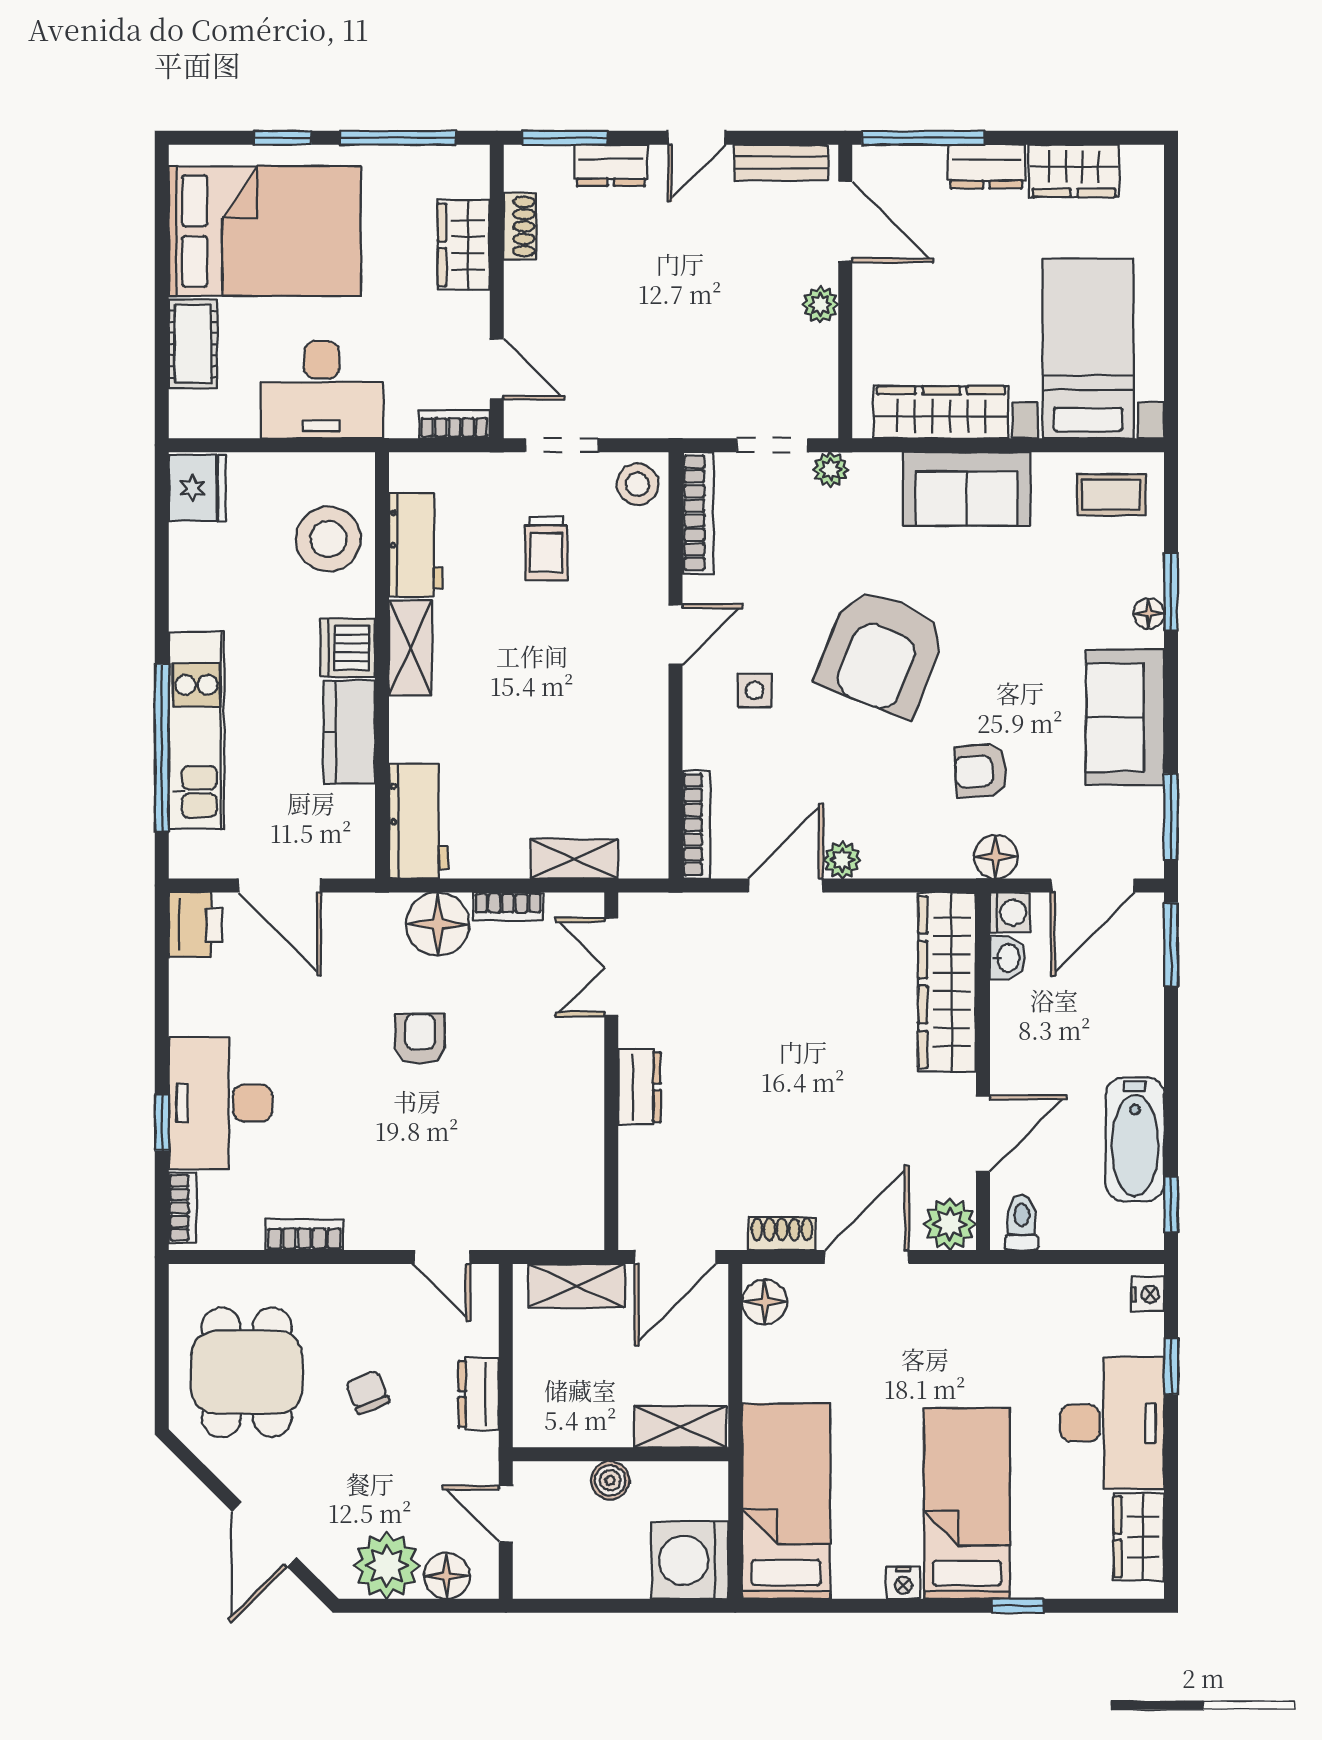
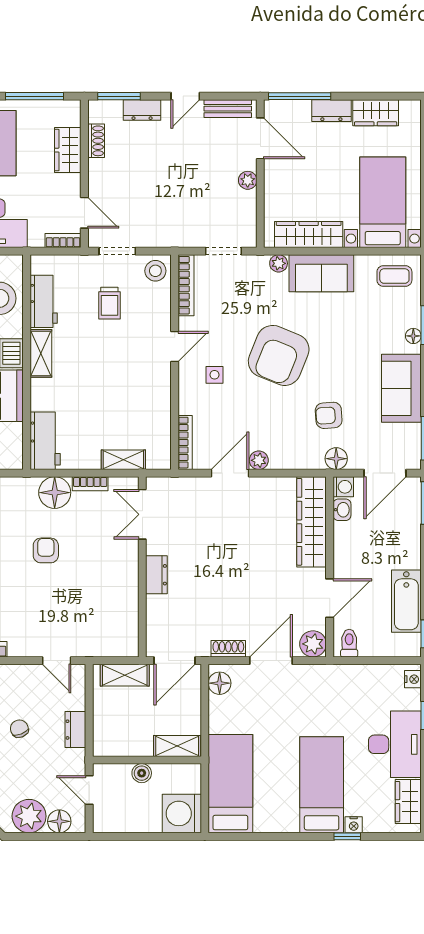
plant: (831, 469) -> (279, 263), moved
nightstand: (903, 1583) -> (354, 825), moved

